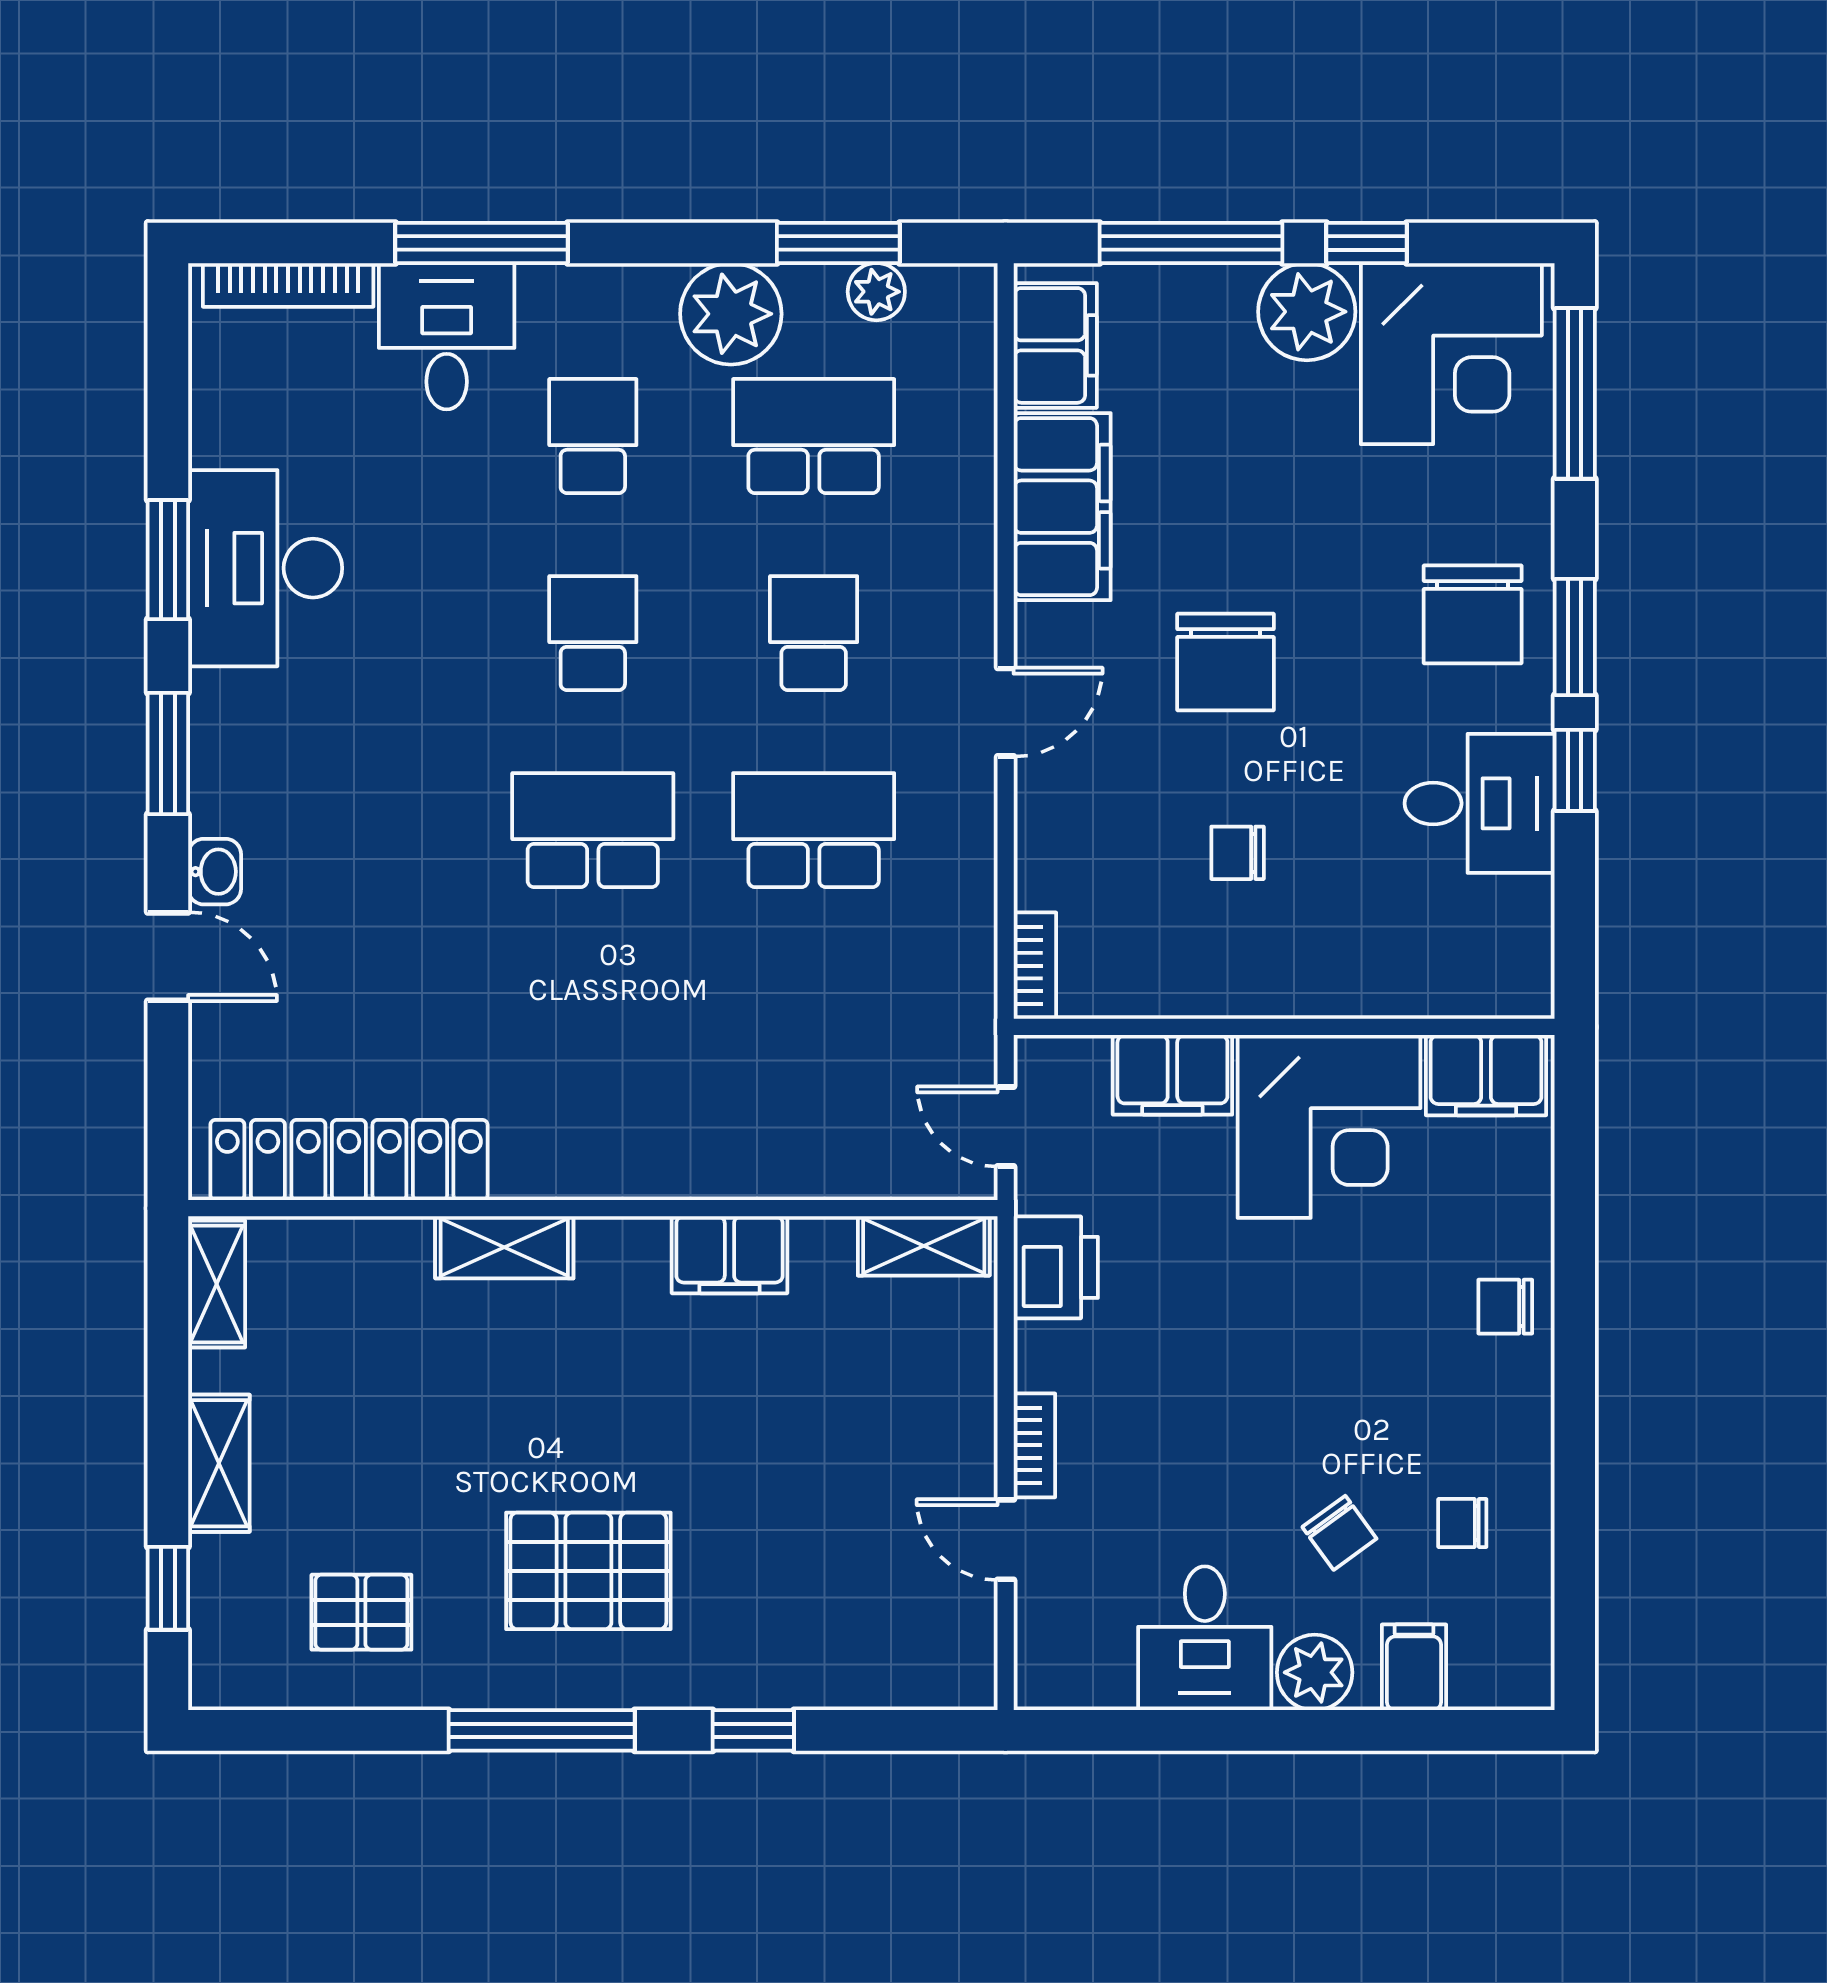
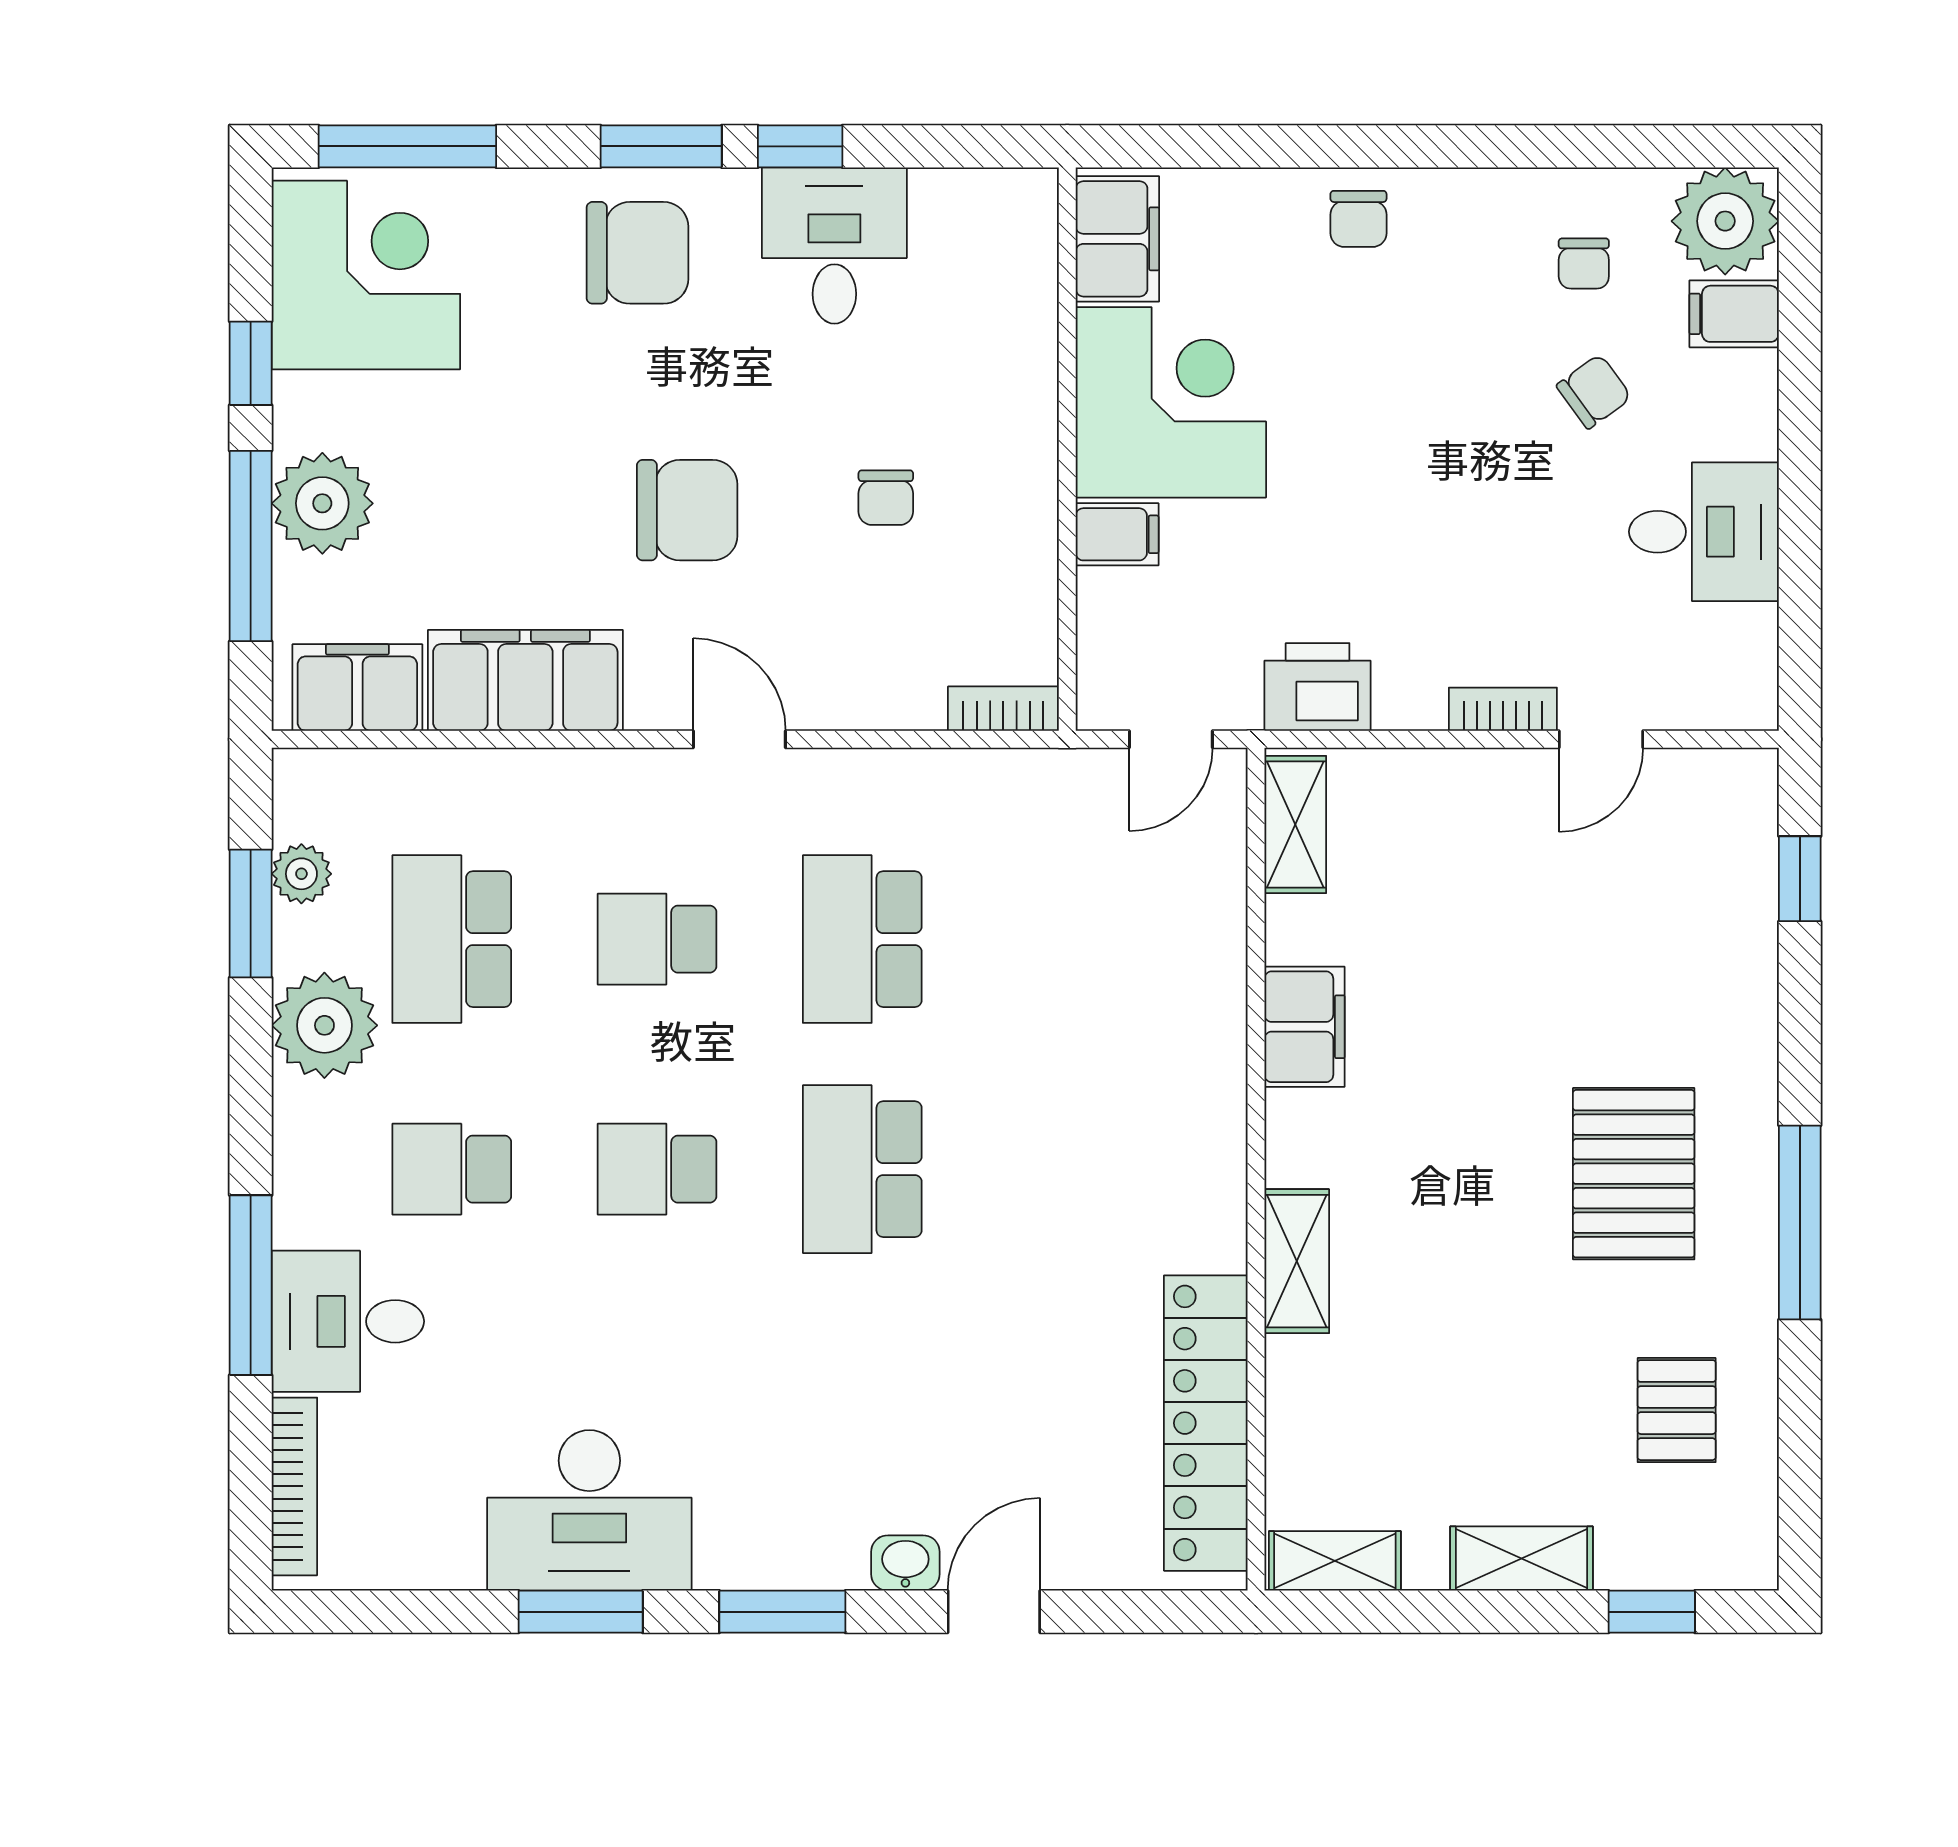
plant: (1307, 312) -> (322, 503), moved
filing cabinet: (1172, 1075) -> (1117, 534), width x0.50
plant: (1315, 1672) -> (1725, 221), moved, width x1.36, depth x1.36
window: (753, 1730) -> (1800, 879), moved

